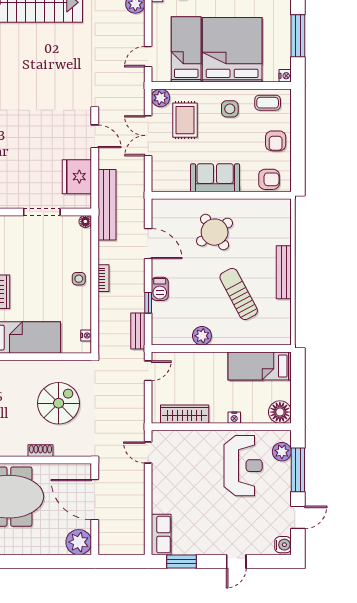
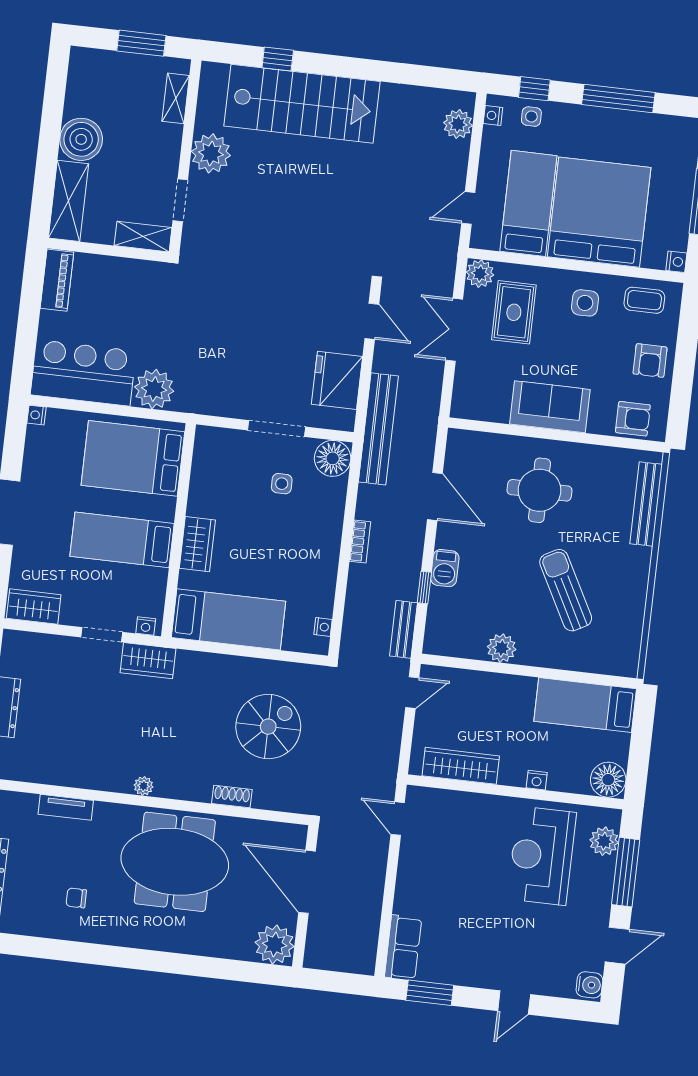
floor lamp: (85, 221) -> (333, 458), width x1.89, depth x1.89
round table: (215, 232) -> (539, 490), turned 35
bench: (284, 272) -> (646, 504), moved
side table: (79, 279) -> (282, 484), moved
reception desk: (243, 466) -> (542, 856), turned 180

